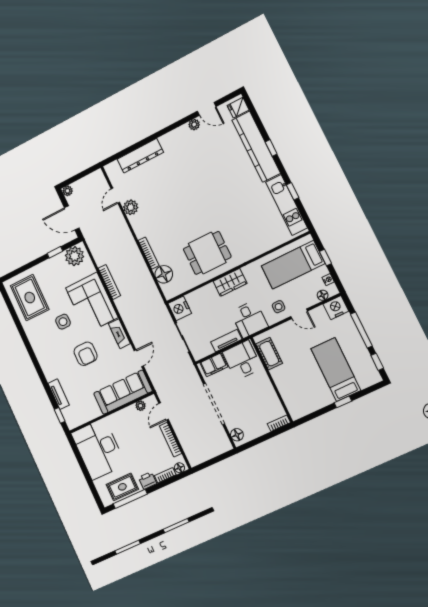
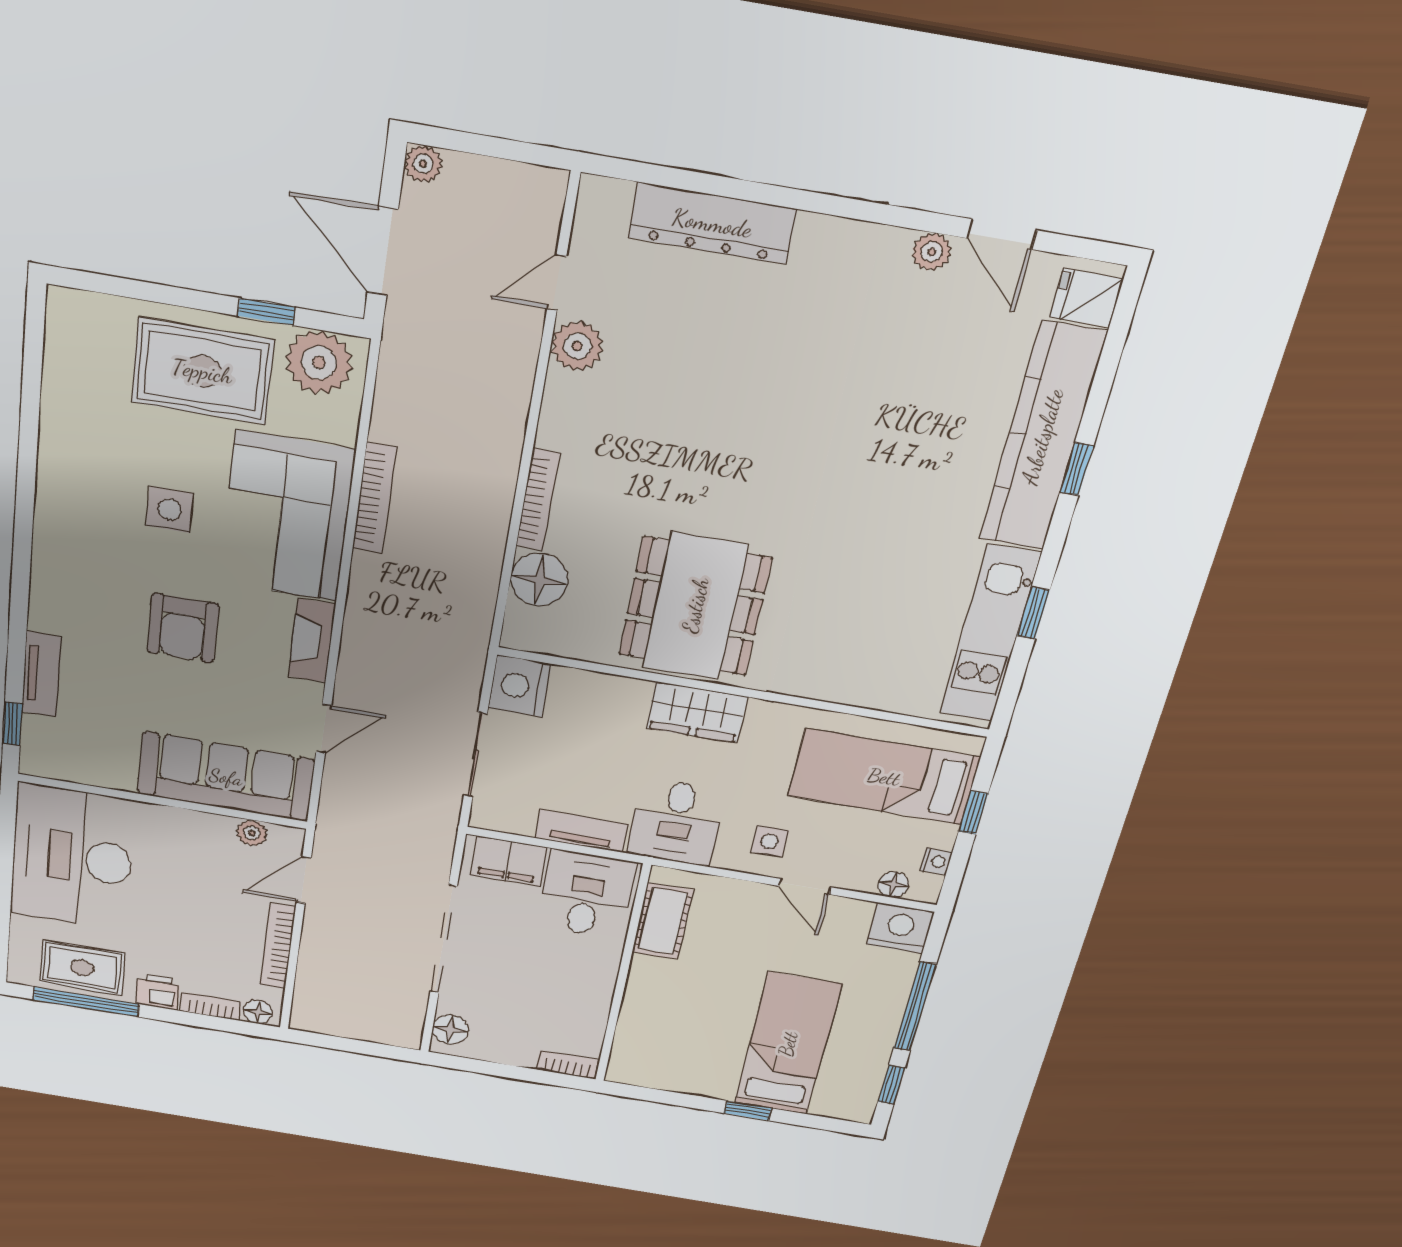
dining table: (207, 253) -> (695, 606), width x1.38
rug: (30, 298) -> (202, 371), moved, turned 90

